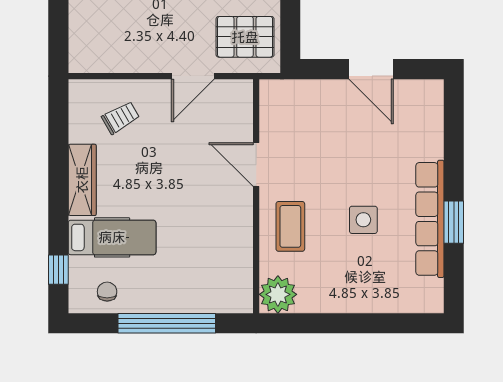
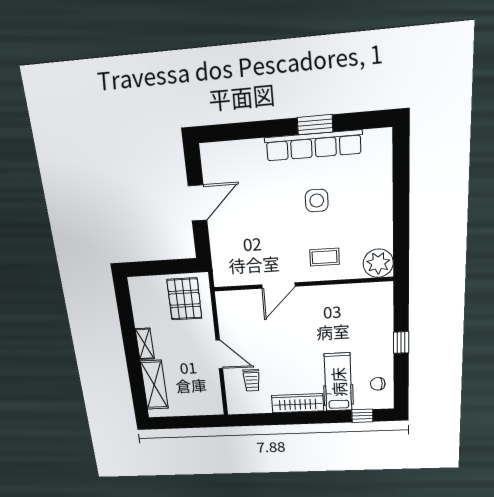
door: (193, 76) -> (219, 354), moved
trolley: (121, 118) -> (252, 380), turned -150
coffee table: (290, 226) -> (325, 257), width x0.73, depth x0.77
window: (167, 323) -> (401, 343), width x0.32

